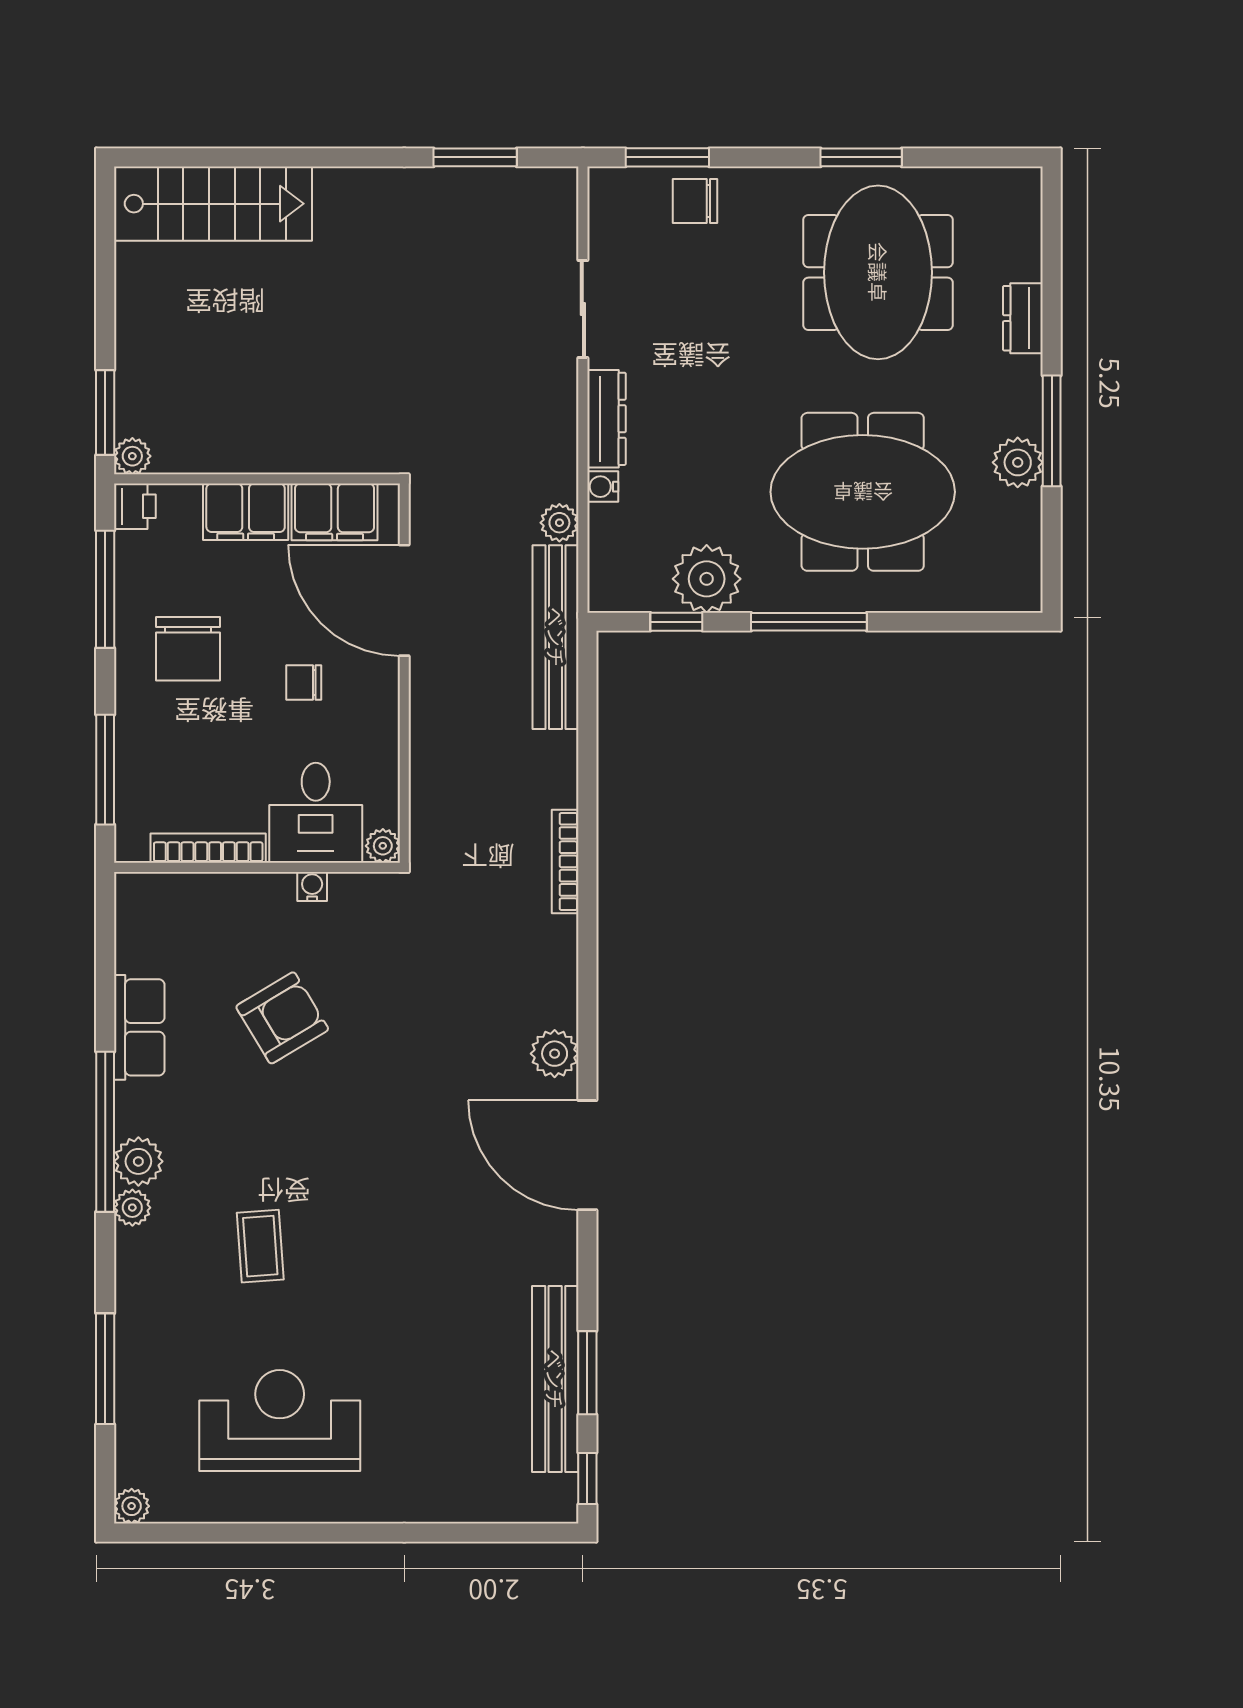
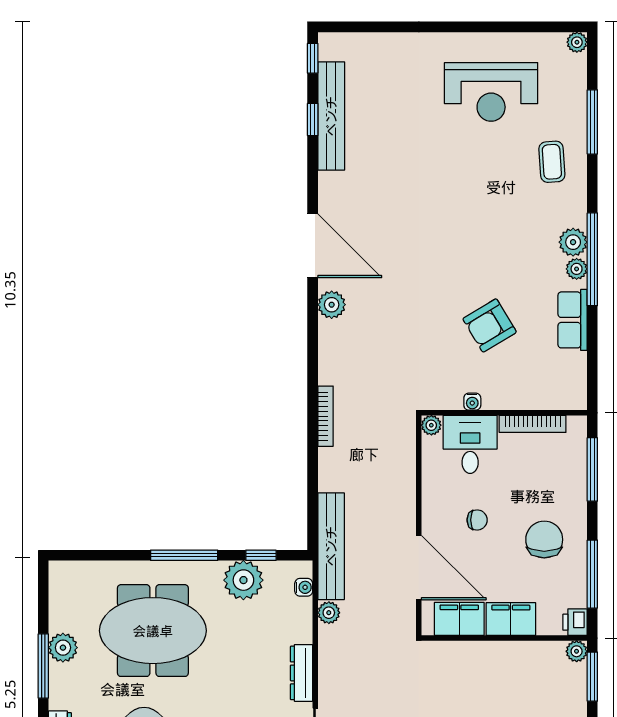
water cooler: (603, 487) -> (304, 587), moved
plant: (132, 1208) -> (577, 269), moved
coffee table: (260, 1246) -> (552, 162), moved
window: (587, 1373) -> (313, 120), width x0.67

